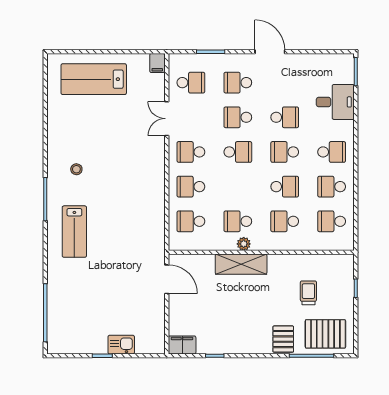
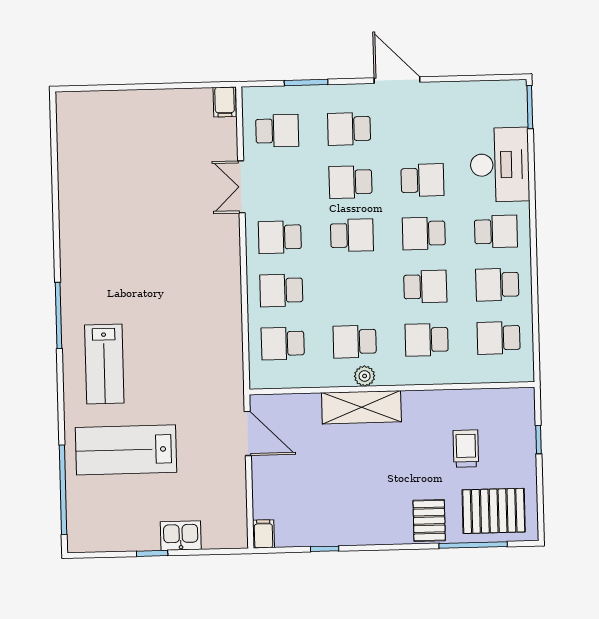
lab bench: (94, 79) -> (126, 450), moved
desk: (335, 102) -> (500, 165), width x1.37
stool: (76, 169) -> (105, 268), removed
filing cabinet: (182, 345) -> (263, 534), width x0.50

